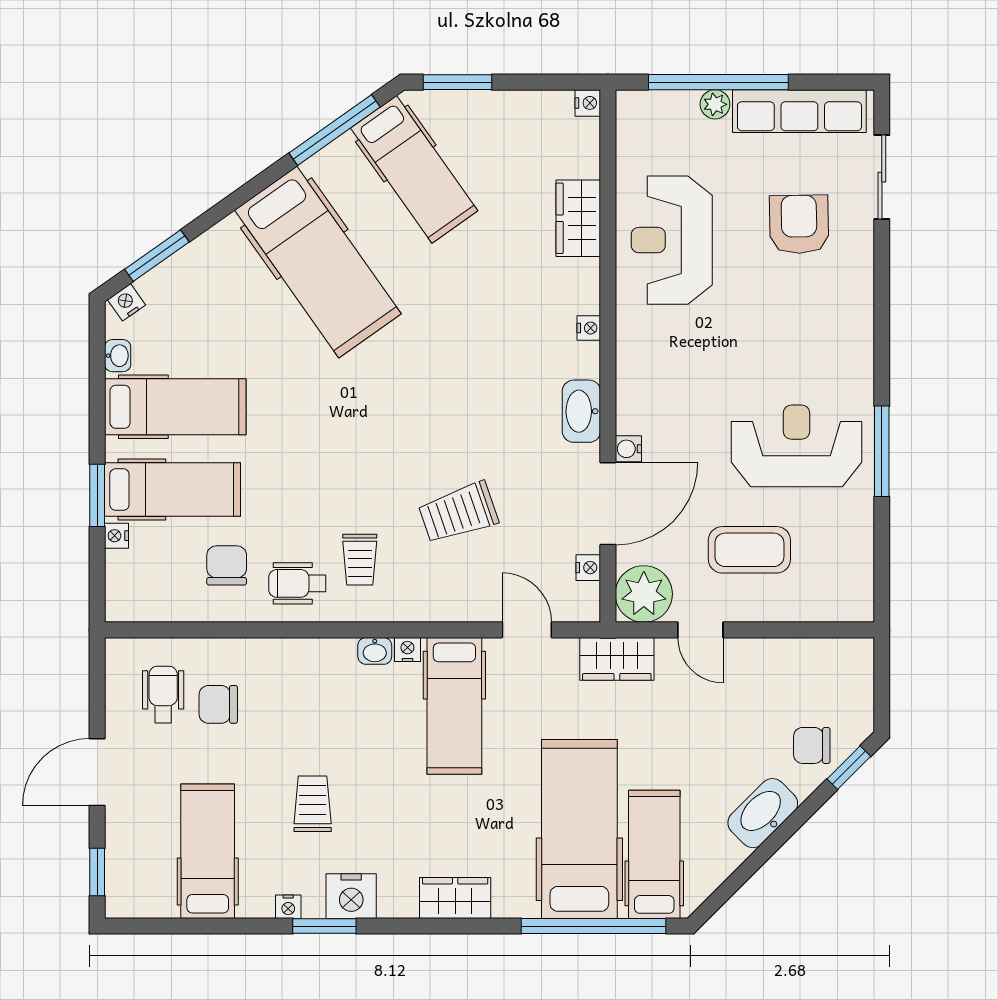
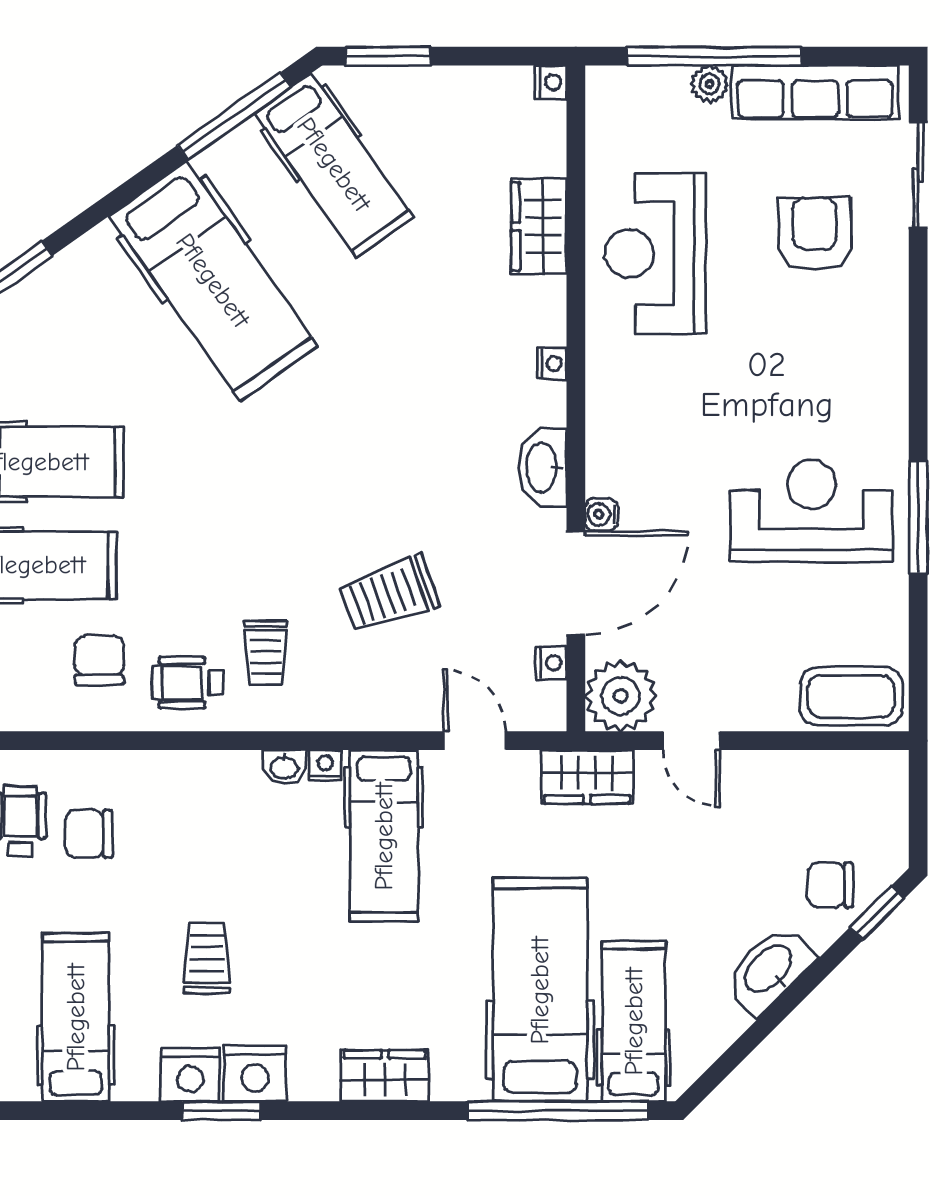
coffee table: (749, 550) -> (851, 696), moved
nightstand: (288, 907) -> (190, 1075), width x1.89, depth x1.79

